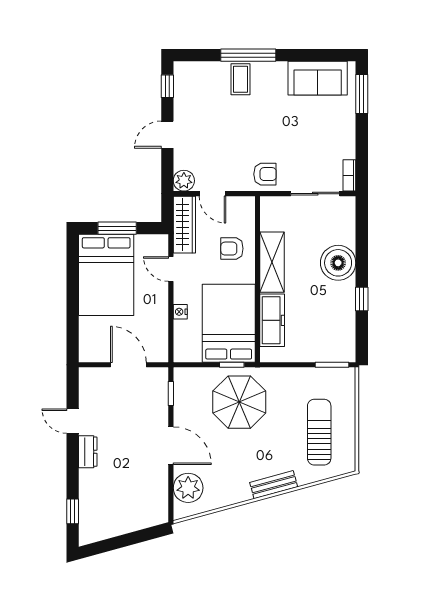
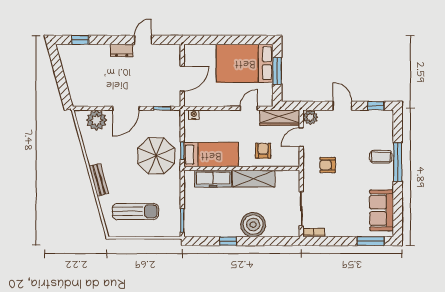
armchair: (265, 174) -> (328, 165), moved, turned 90
nightstand: (180, 312) -> (194, 115), moved
bed: (229, 323) -> (211, 155), width x0.67

